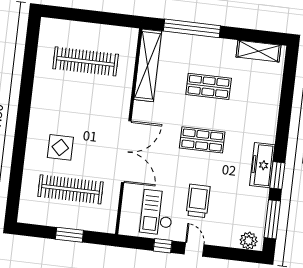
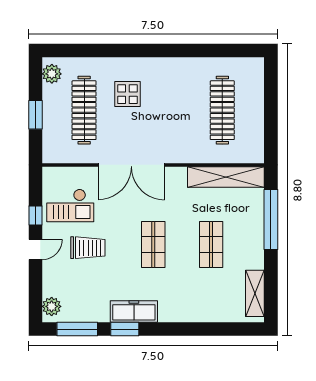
checkout: (157, 212) -> (70, 205), turned 180
plant: (33, 215) -> (52, 74), added

